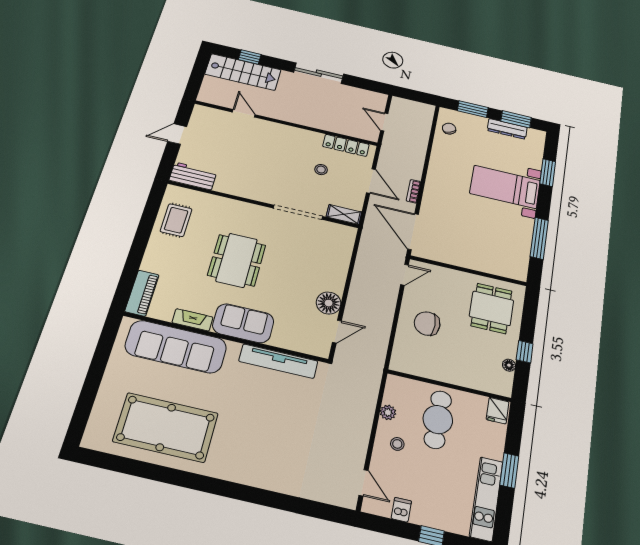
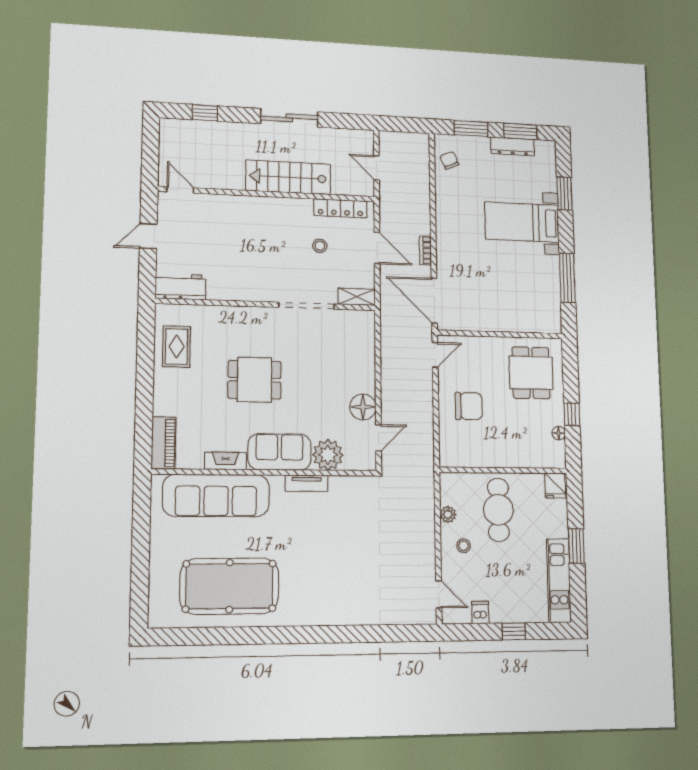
stairs: (243, 72) -> (288, 177), moved, turned 180
door: (244, 113) -> (180, 190), moved
dining table: (237, 260) -> (254, 380), width x0.73
chair: (427, 324) -> (469, 406), turned 180
plant: (287, 336) -> (328, 455), added
tv unit: (278, 361) -> (307, 483), width x0.52, depth x0.78

